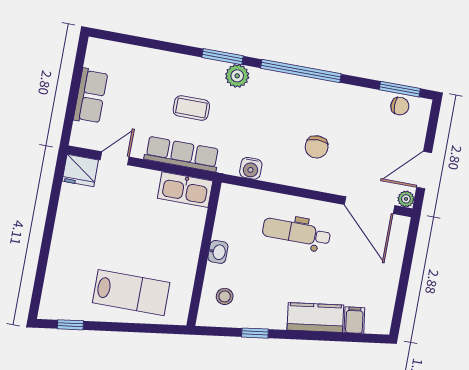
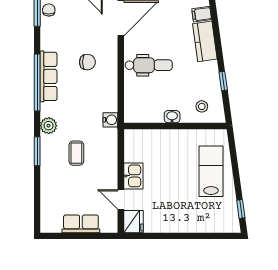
window: (222, 57) -> (37, 151), moved
row of seats: (182, 154) -> (49, 76), moved, turned 180
water cooler: (251, 168) -> (110, 120), moved
kitchen sink: (185, 190) -> (133, 176), moved, width x0.73
dental chair: (296, 232) -> (149, 65), turned -90

